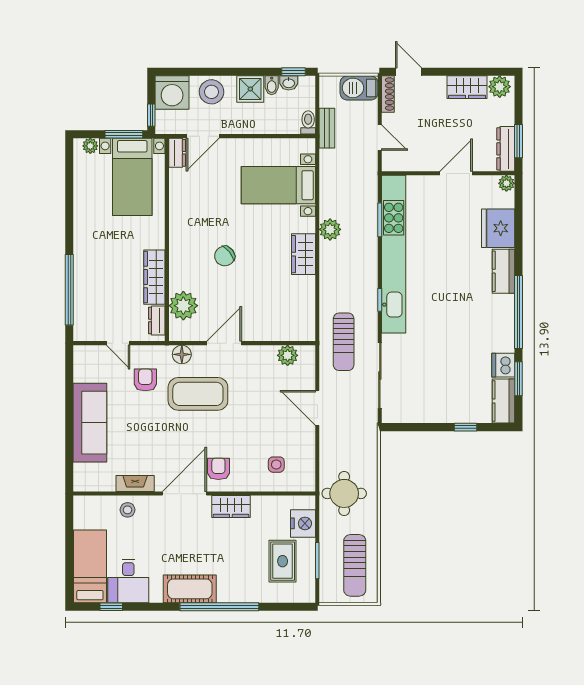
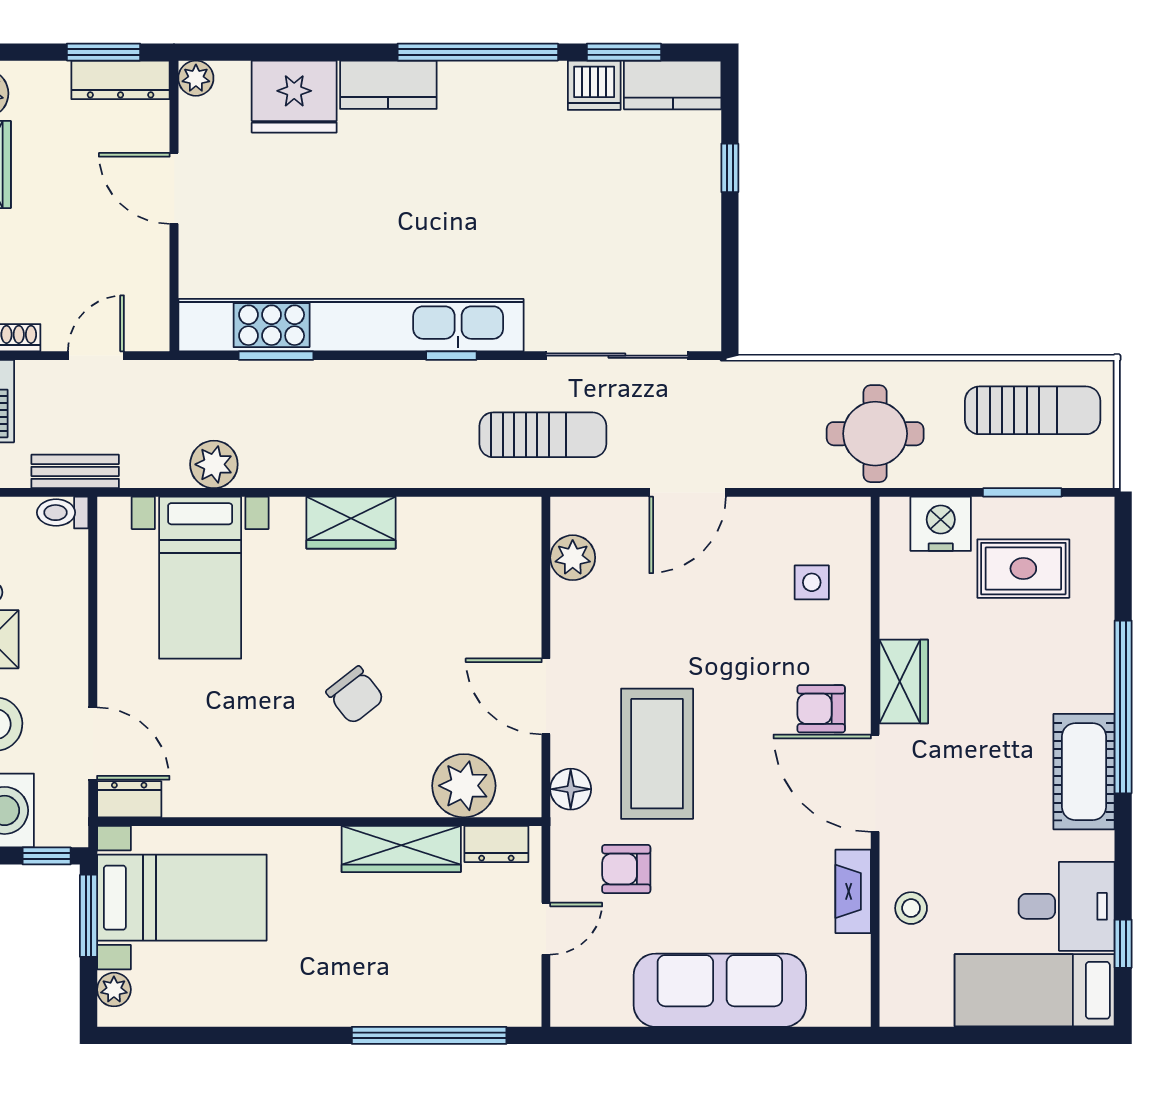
plant: (330, 229) -> (214, 464), moved

